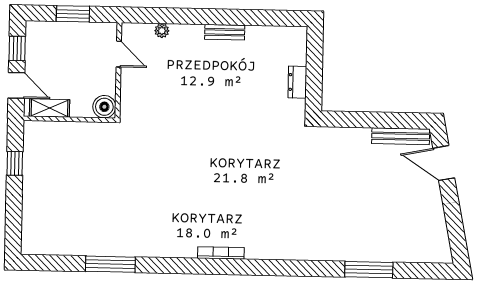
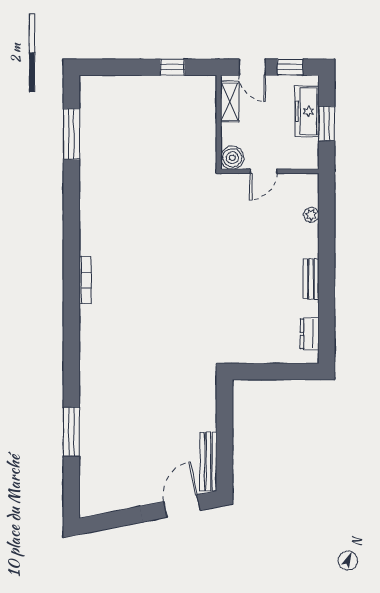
freezer: (61, 33) -> (307, 111), added
door: (119, 54) -> (263, 171), moved
dresser: (297, 82) -> (310, 334), moved, turned -90
door: (16, 85) -> (252, 67), hinge flipped
window: (110, 264) -> (71, 134), moved

